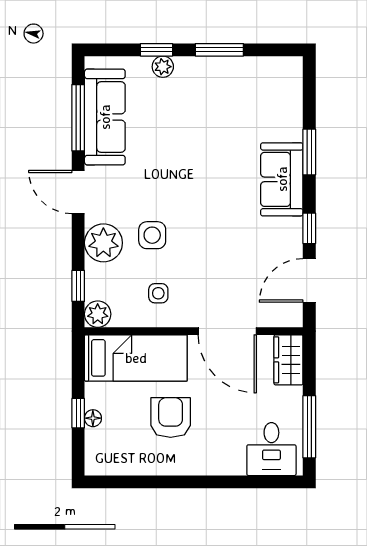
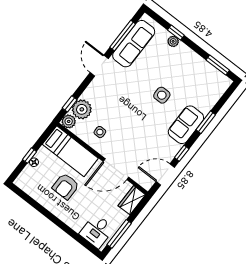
window: (219, 50) -> (218, 65), moved
side table: (152, 235) -> (162, 95), moved
plant: (103, 243) -> (82, 109), moved
door: (227, 331) -> (116, 169), hinge flipped
armchair: (171, 417) -> (66, 186), turned 180

